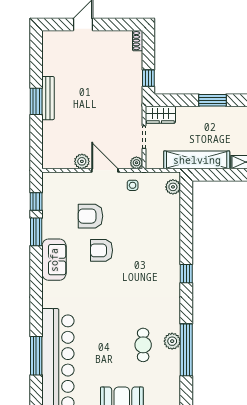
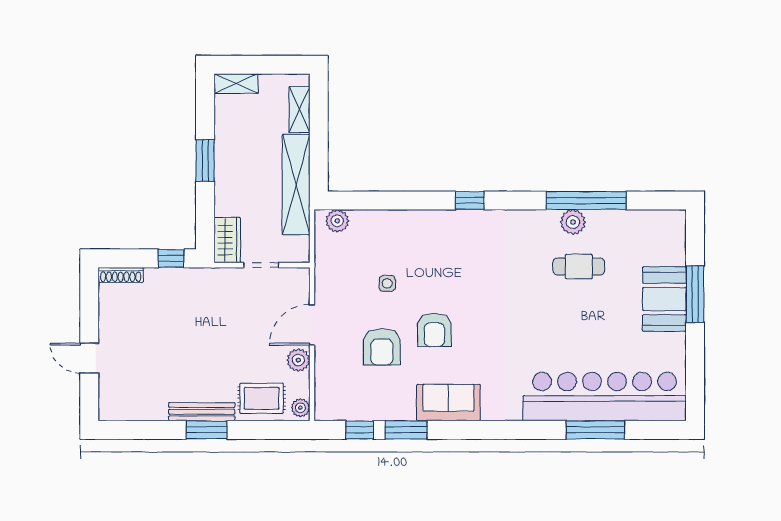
shoe rack: (138, 41) -> (121, 275), width x1.43
rug: (57, 137) -> (262, 398), added
plant: (136, 163) -> (300, 408), moved
side table: (133, 185) -> (387, 283), moved

